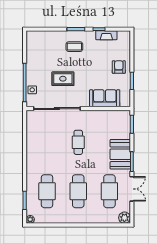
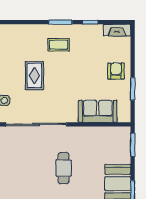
fireplace: (106, 35) -> (117, 30), moved
rug: (63, 79) -> (34, 76), moved, turned 90

